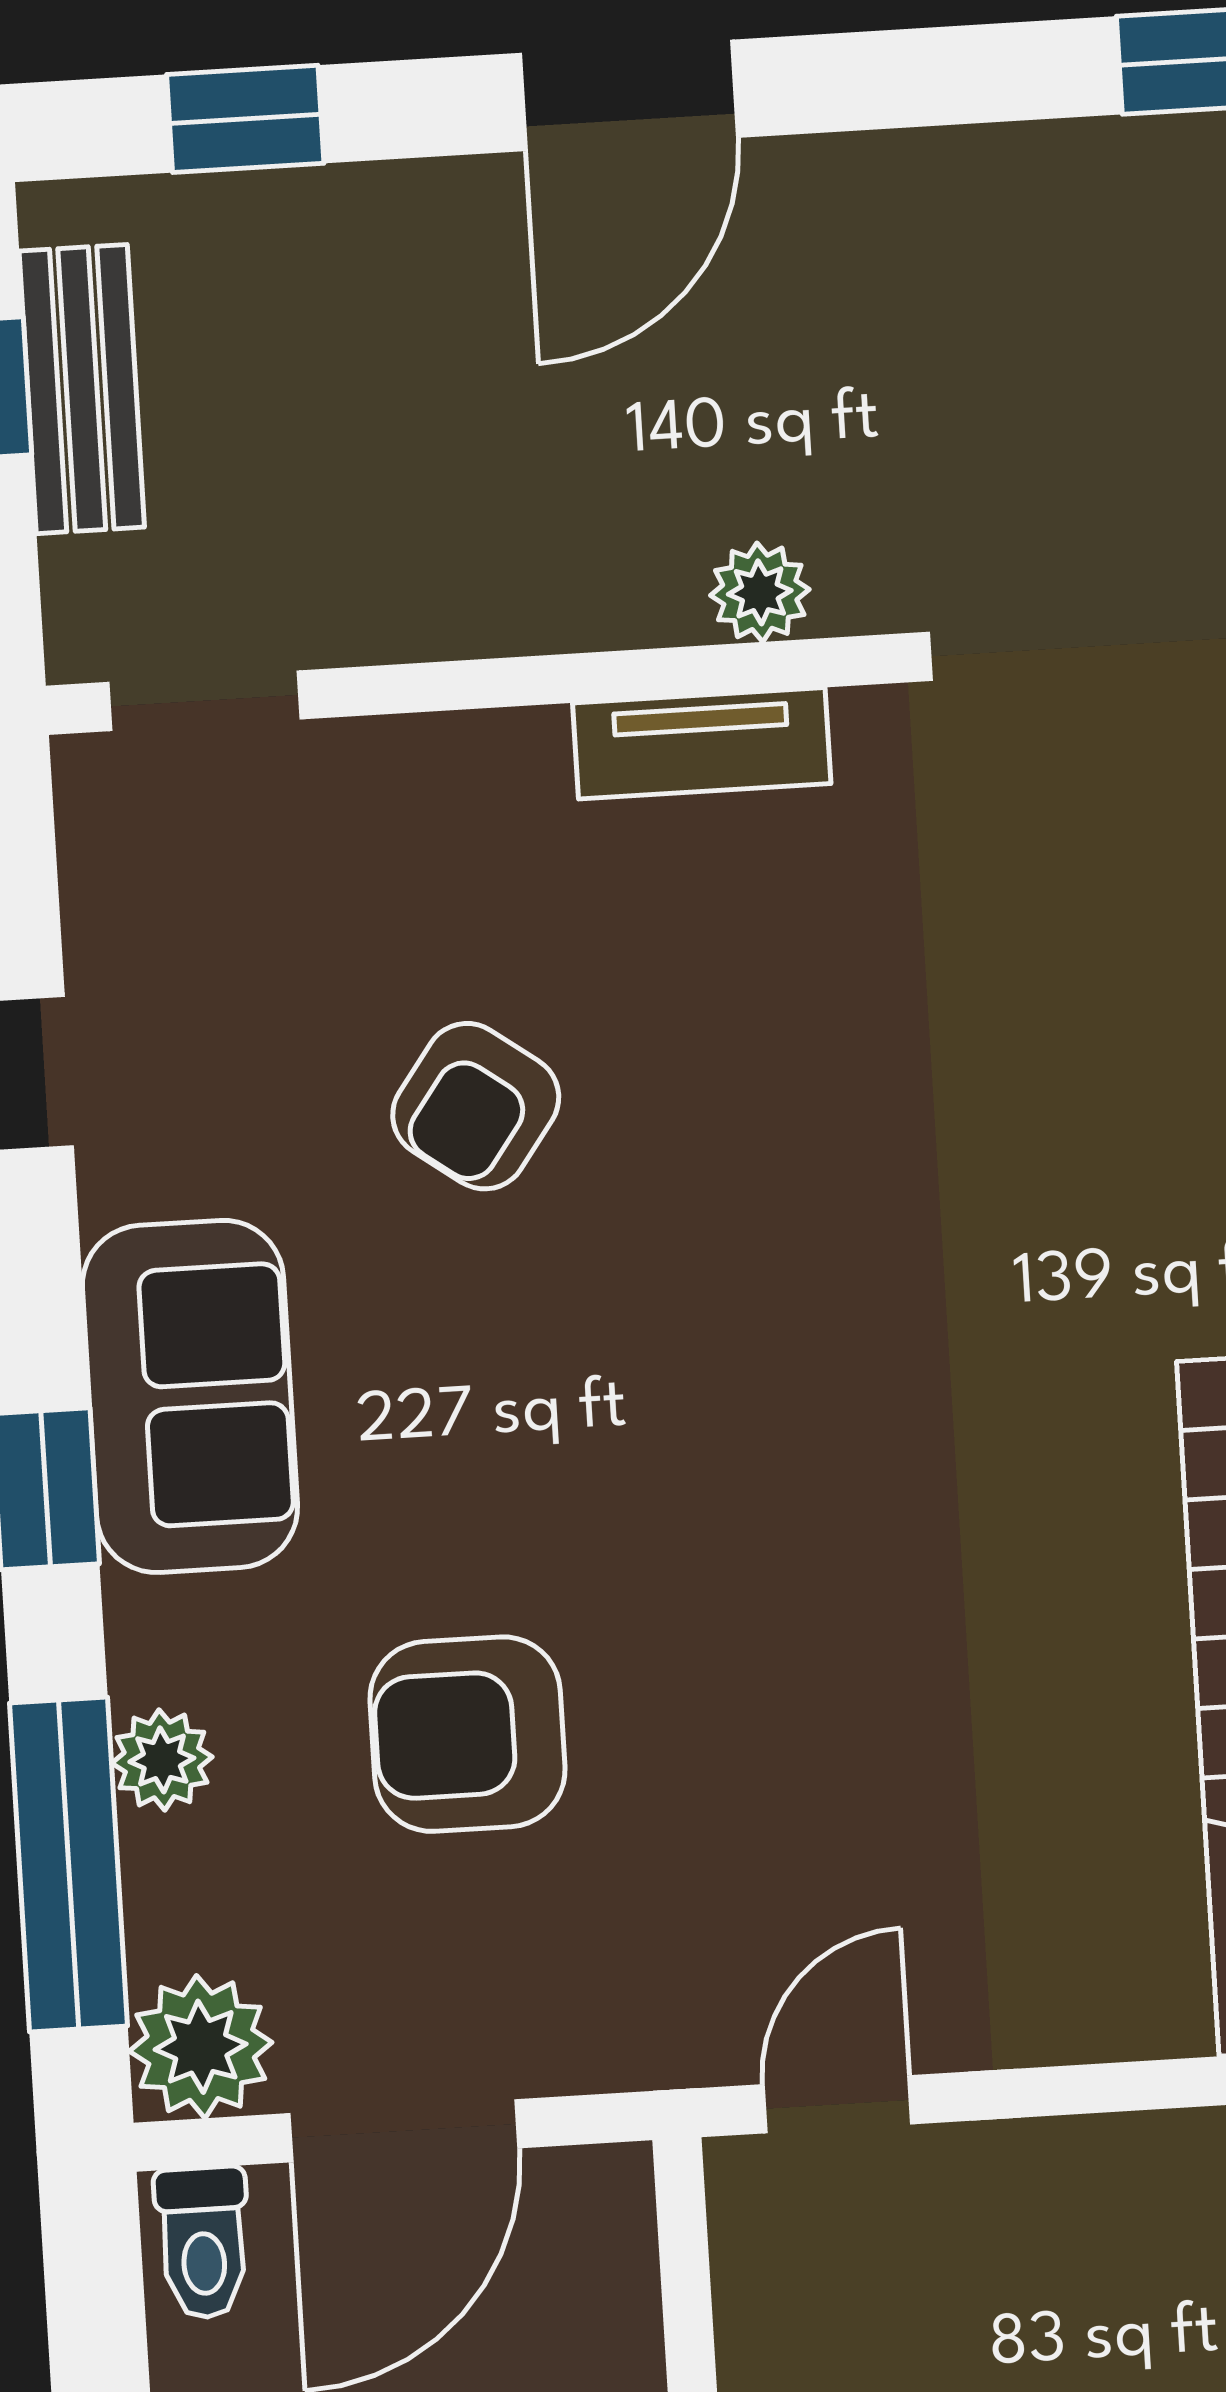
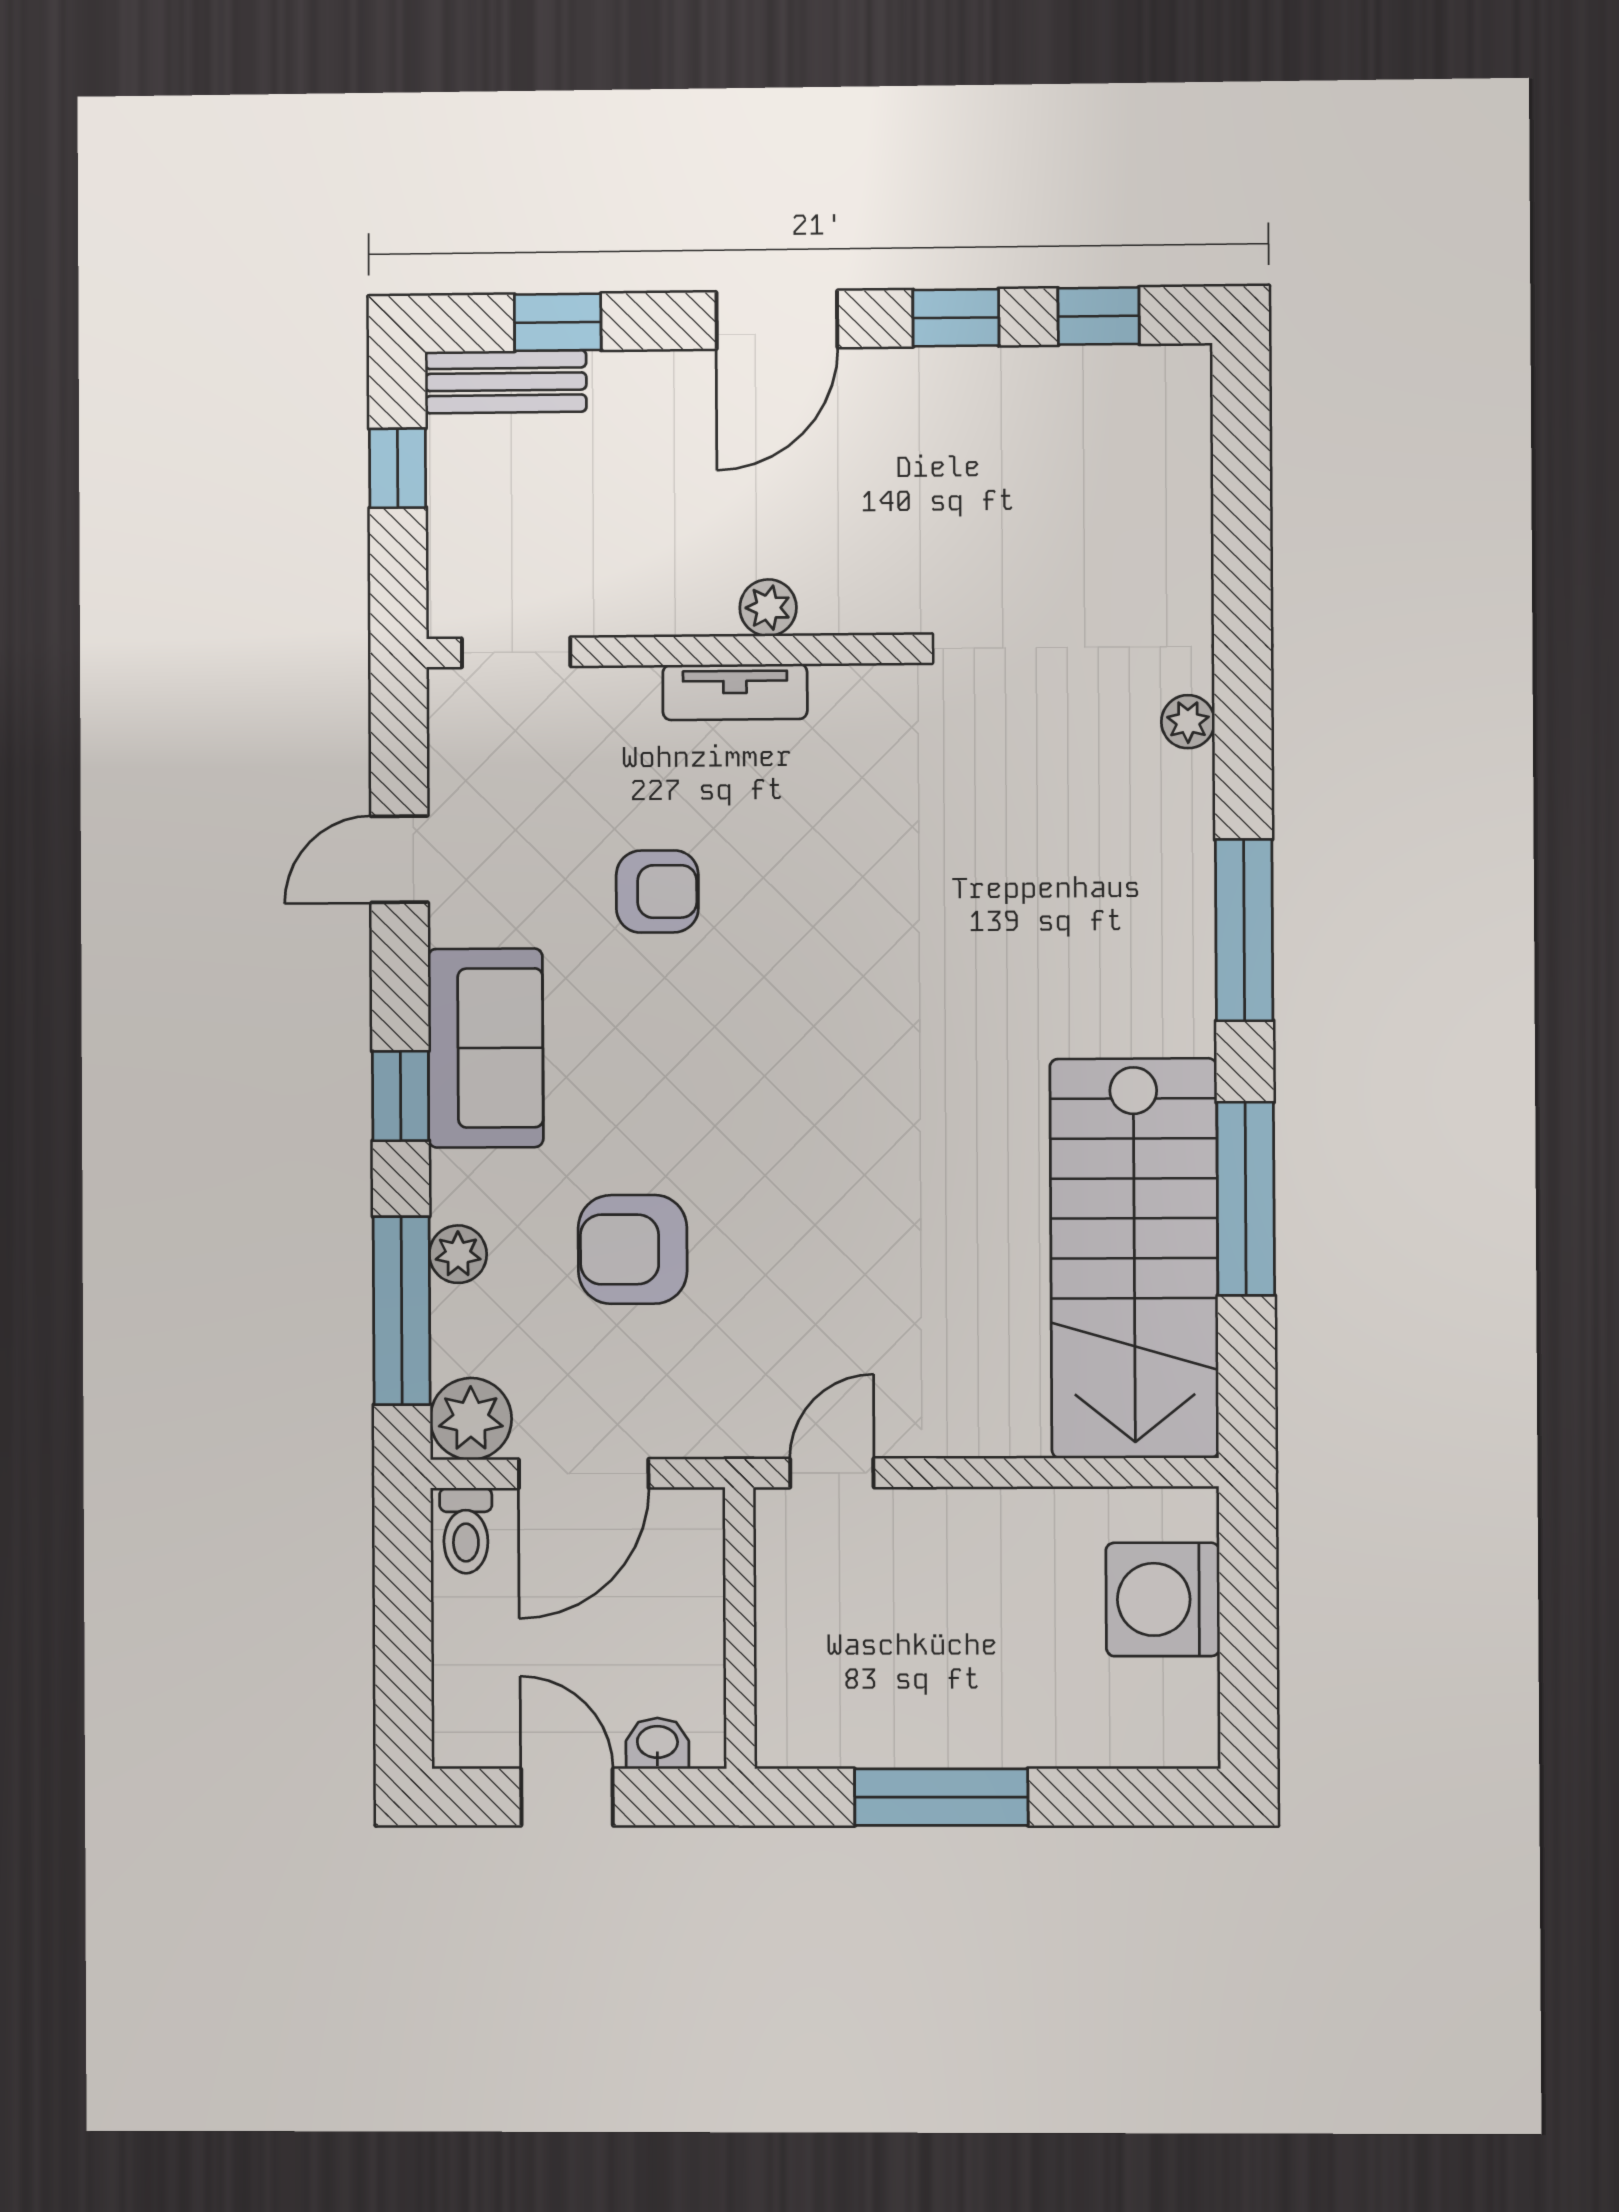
window: (941, 76) -> (956, 318), added
bench: (82, 389) -> (506, 382), moved, turned 90
plant: (760, 592) -> (768, 608), moved
tv unit: (702, 743) -> (735, 692), moved
armchair: (476, 1106) -> (657, 892), turned -126

